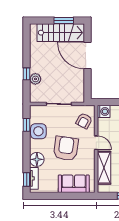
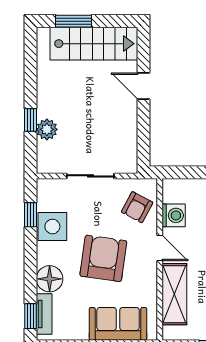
window: (64, 21) -> (73, 21), moved
door: (88, 56) -> (144, 86), width x0.53
washing machine: (104, 111) -> (174, 215), moved

